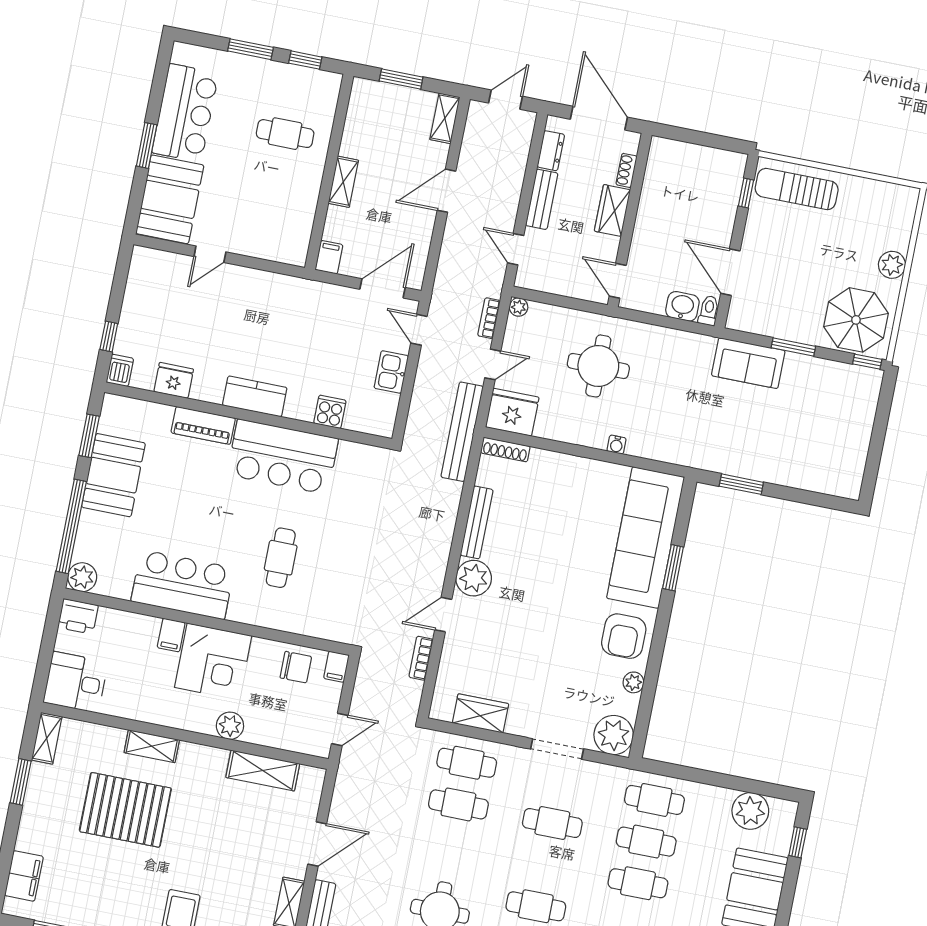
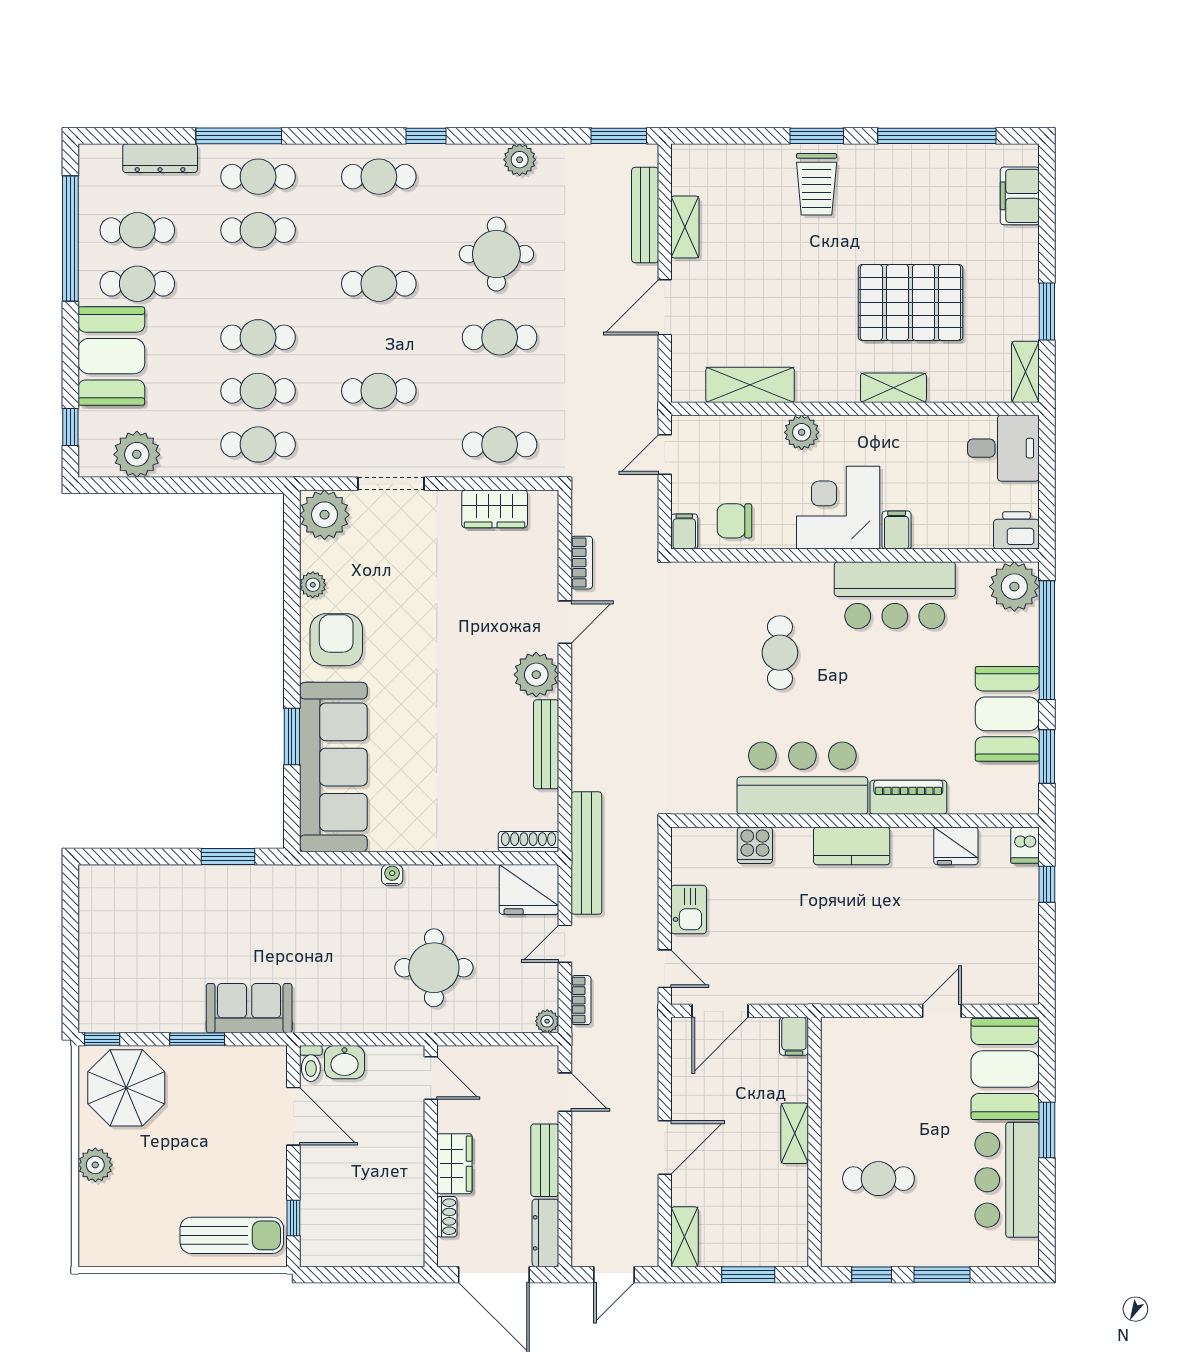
dresser: (551, 151) -> (545, 1233), width x1.44
plant: (82, 577) -> (1014, 587), width x1.36, depth x1.36
cafe table: (458, 804) -> (500, 337), moved

